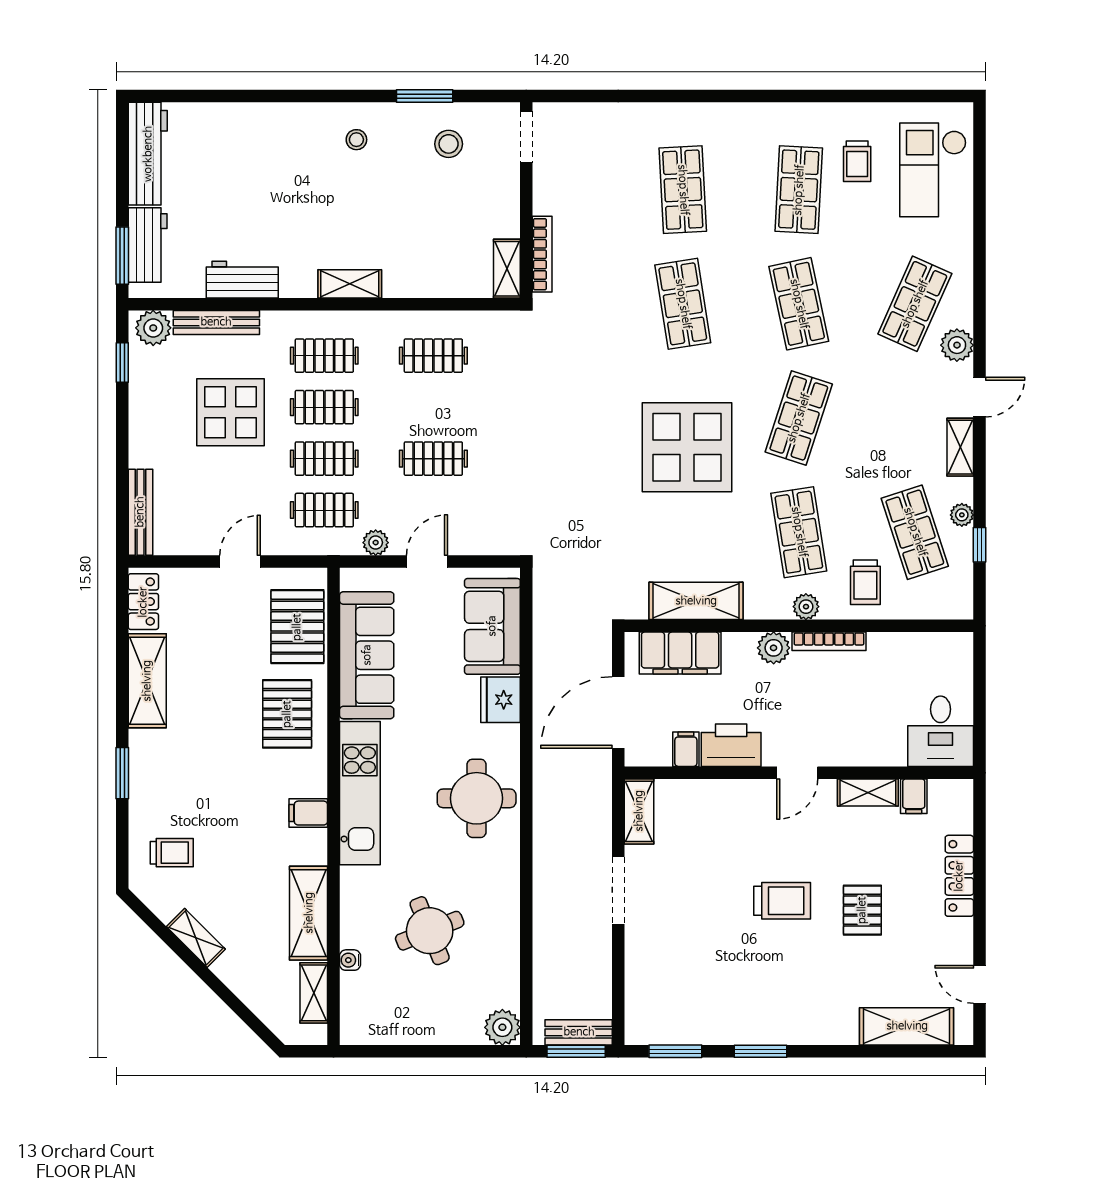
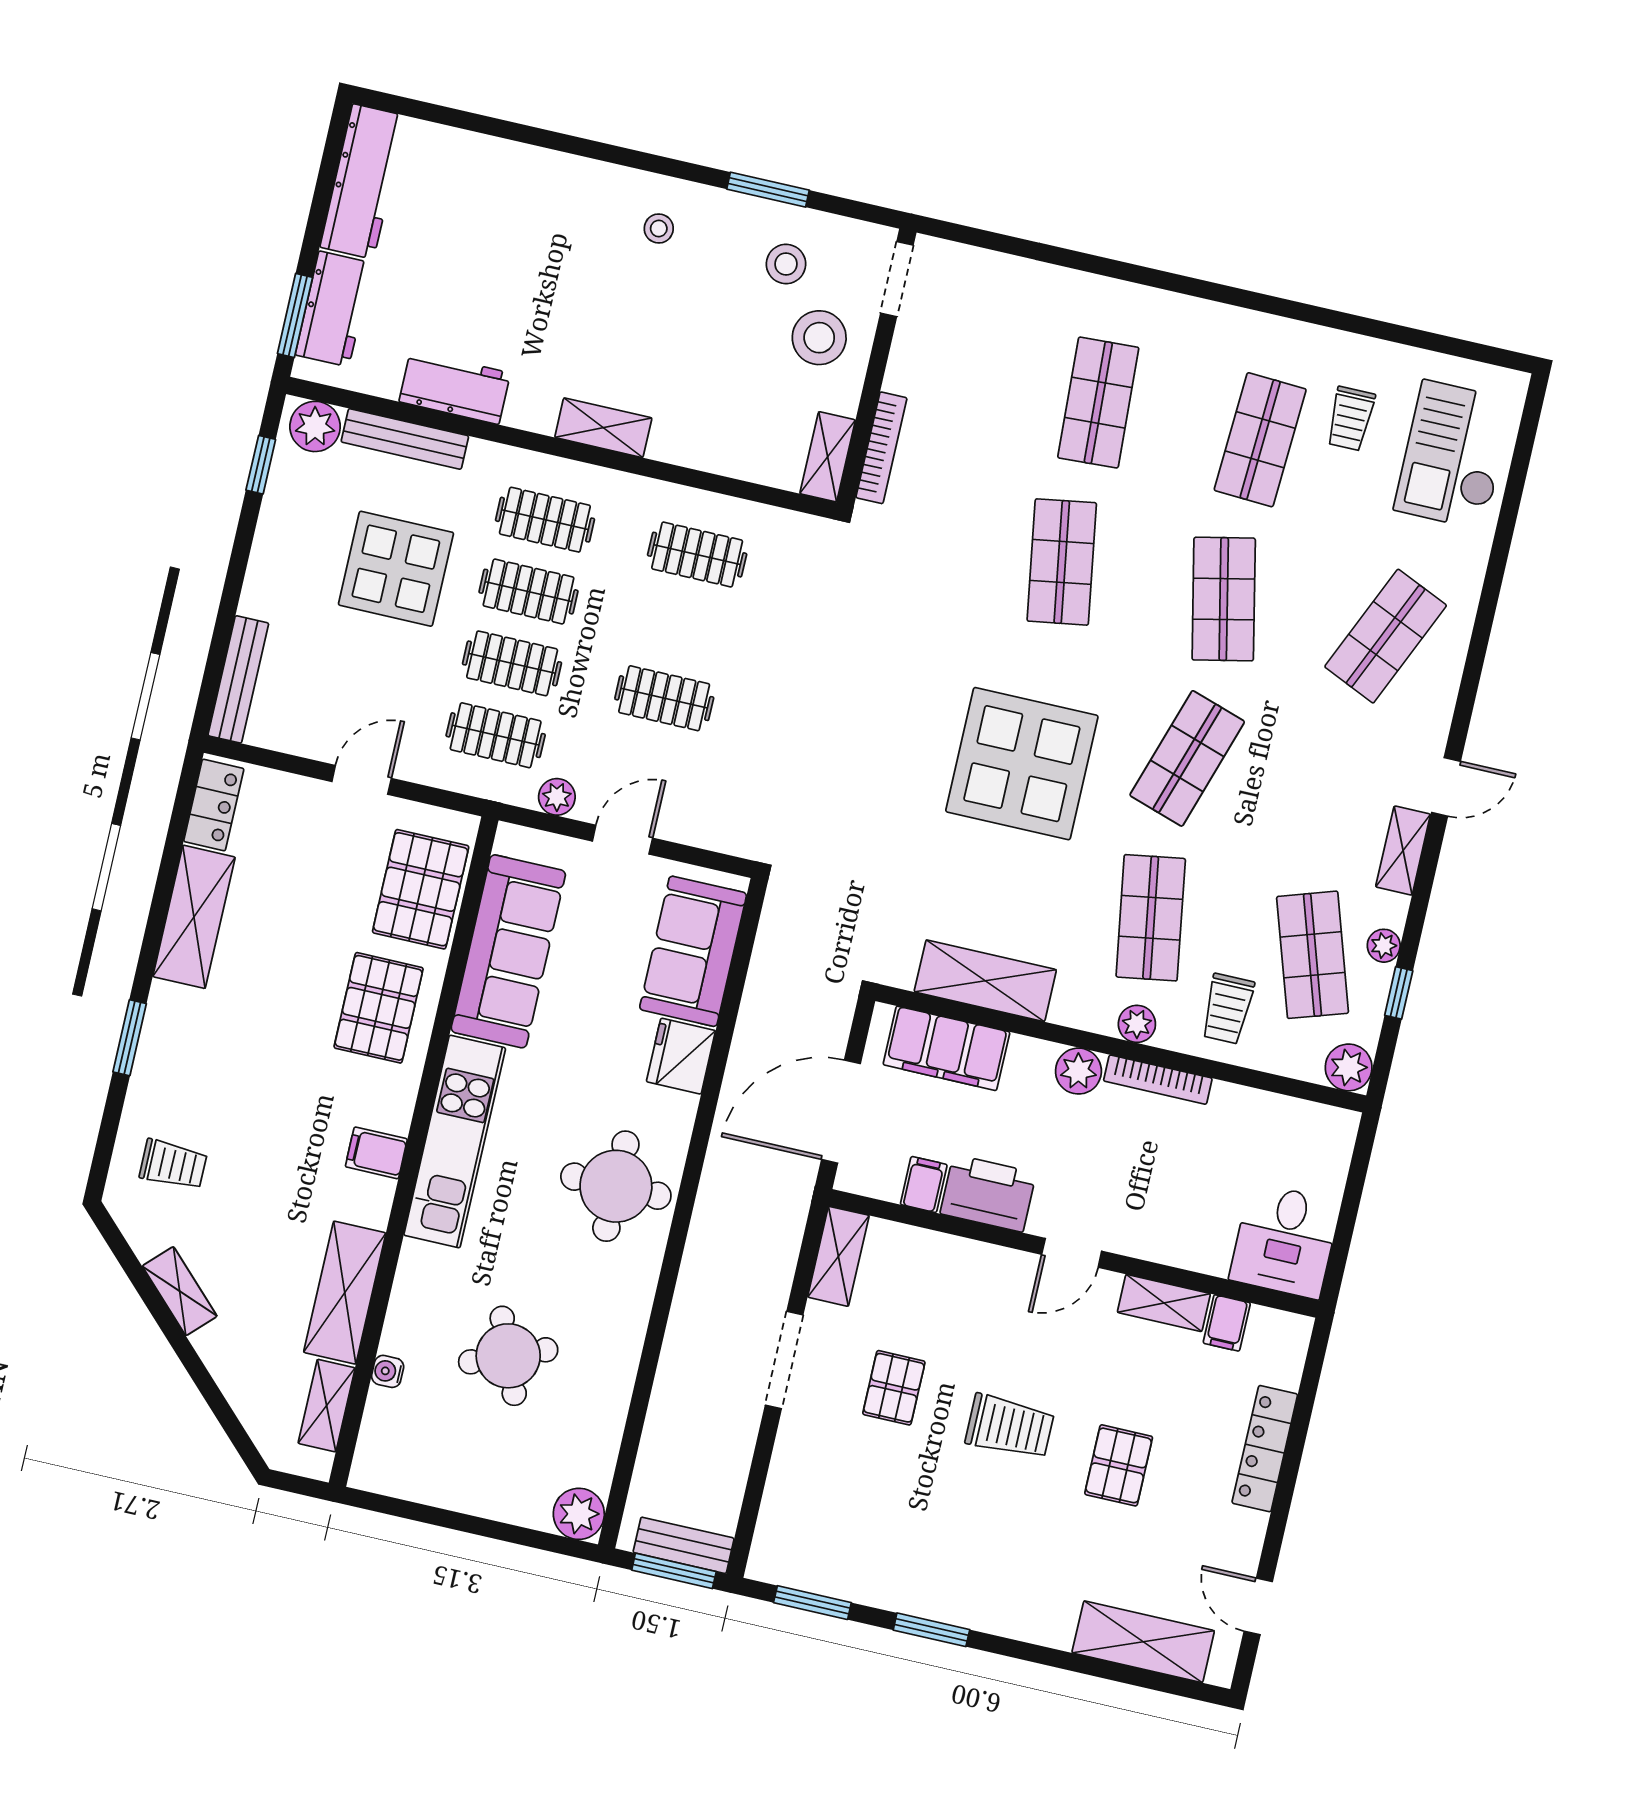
stool: (483, 189) -> (819, 338), added
plant: (957, 345) -> (1349, 1067), moved
pallet: (697, 892) -> (894, 1388), added

